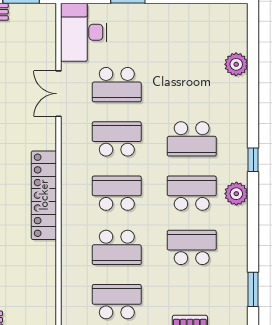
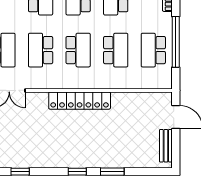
school desk: (117, 193) -> (78, 50), turned 180

